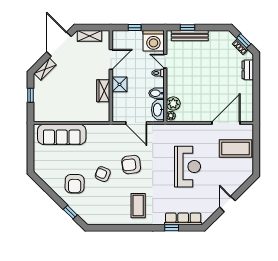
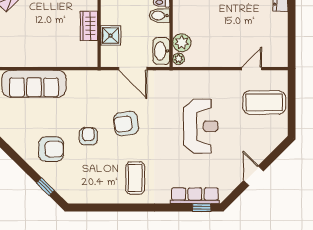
shower: (120, 84) -> (111, 36), moved
bidet: (156, 93) -> (160, 16), moved
door: (226, 123) -> (252, 69), width x0.53
armchair: (103, 174) -> (88, 136), turned 68
armchair: (75, 184) -> (51, 149), turned -91
window: (172, 228) -> (202, 207), moved

